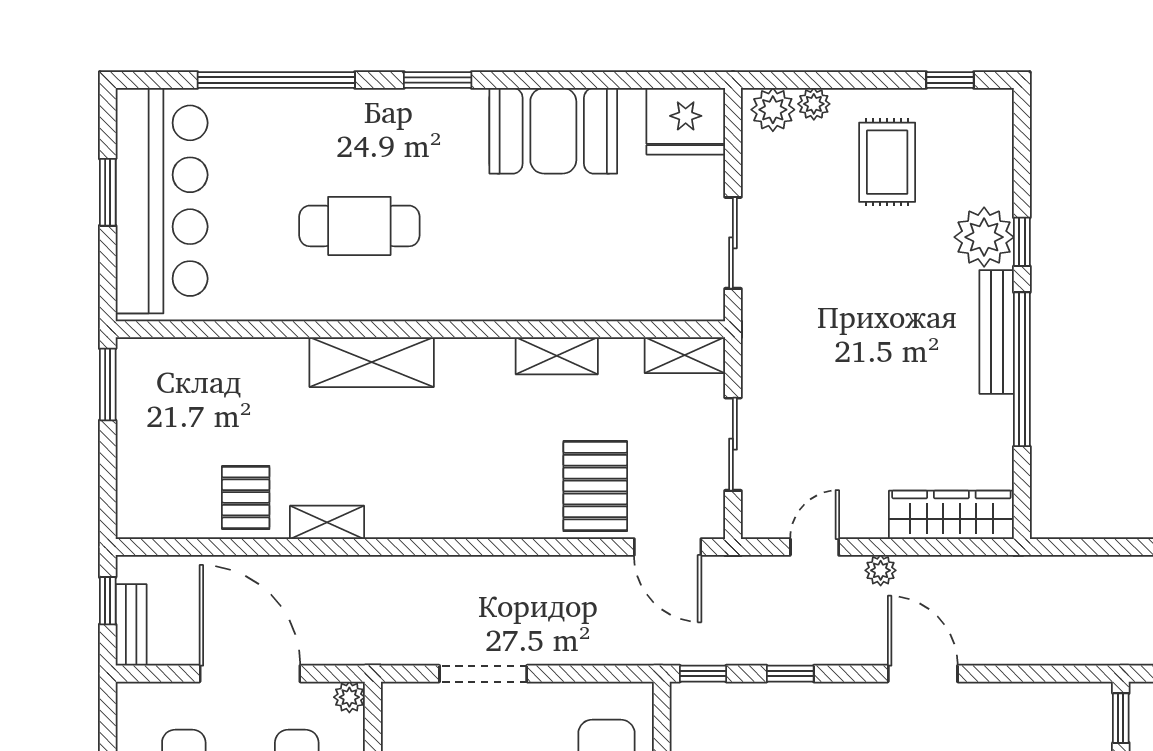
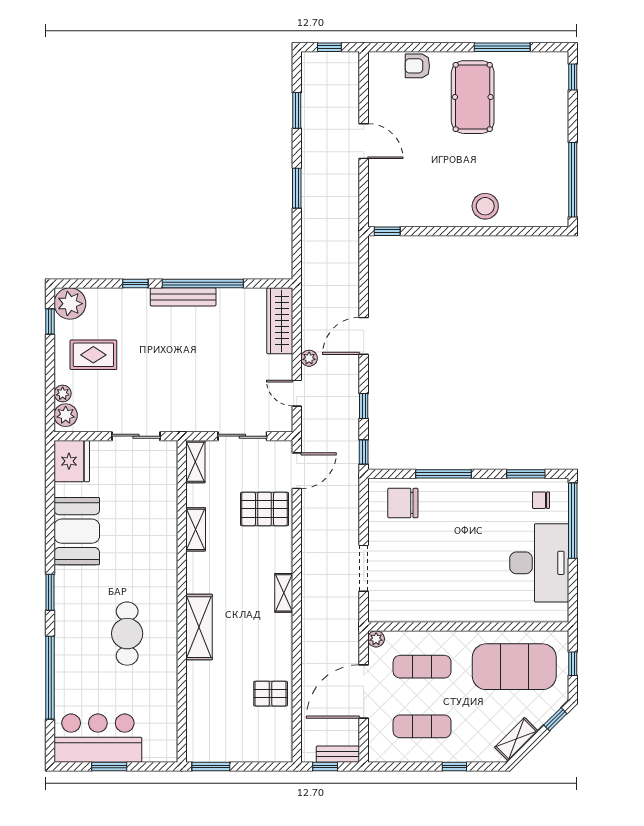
bar counter: (162, 201) -> (98, 738), width x0.73
plant: (984, 237) -> (70, 304), moved
shelving: (327, 522) -> (284, 593), moved

